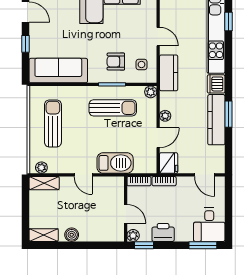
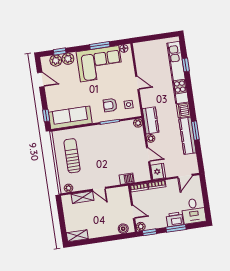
window: (26, 44) -> (46, 116), moved
kitchen counter: (169, 73) -> (151, 120), moved
sun lounger: (113, 108) -> (113, 138), removed
door: (158, 138) -> (148, 155), hinge flipped
barbecue: (115, 163) -> (127, 179), width x0.53, depth x0.65
door: (205, 175) -> (185, 176), hinge flipped
shelving: (44, 183) -> (83, 197), moved
printer: (163, 232) -> (175, 219), moved
boiler: (72, 235) -> (123, 229), moved
window: (203, 245) -> (176, 228), moved

